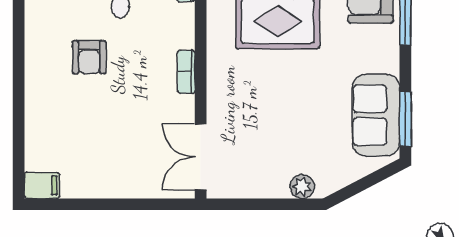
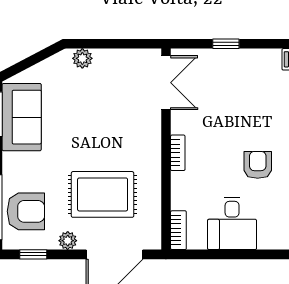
window: (128, 204) -> (226, 44), added

